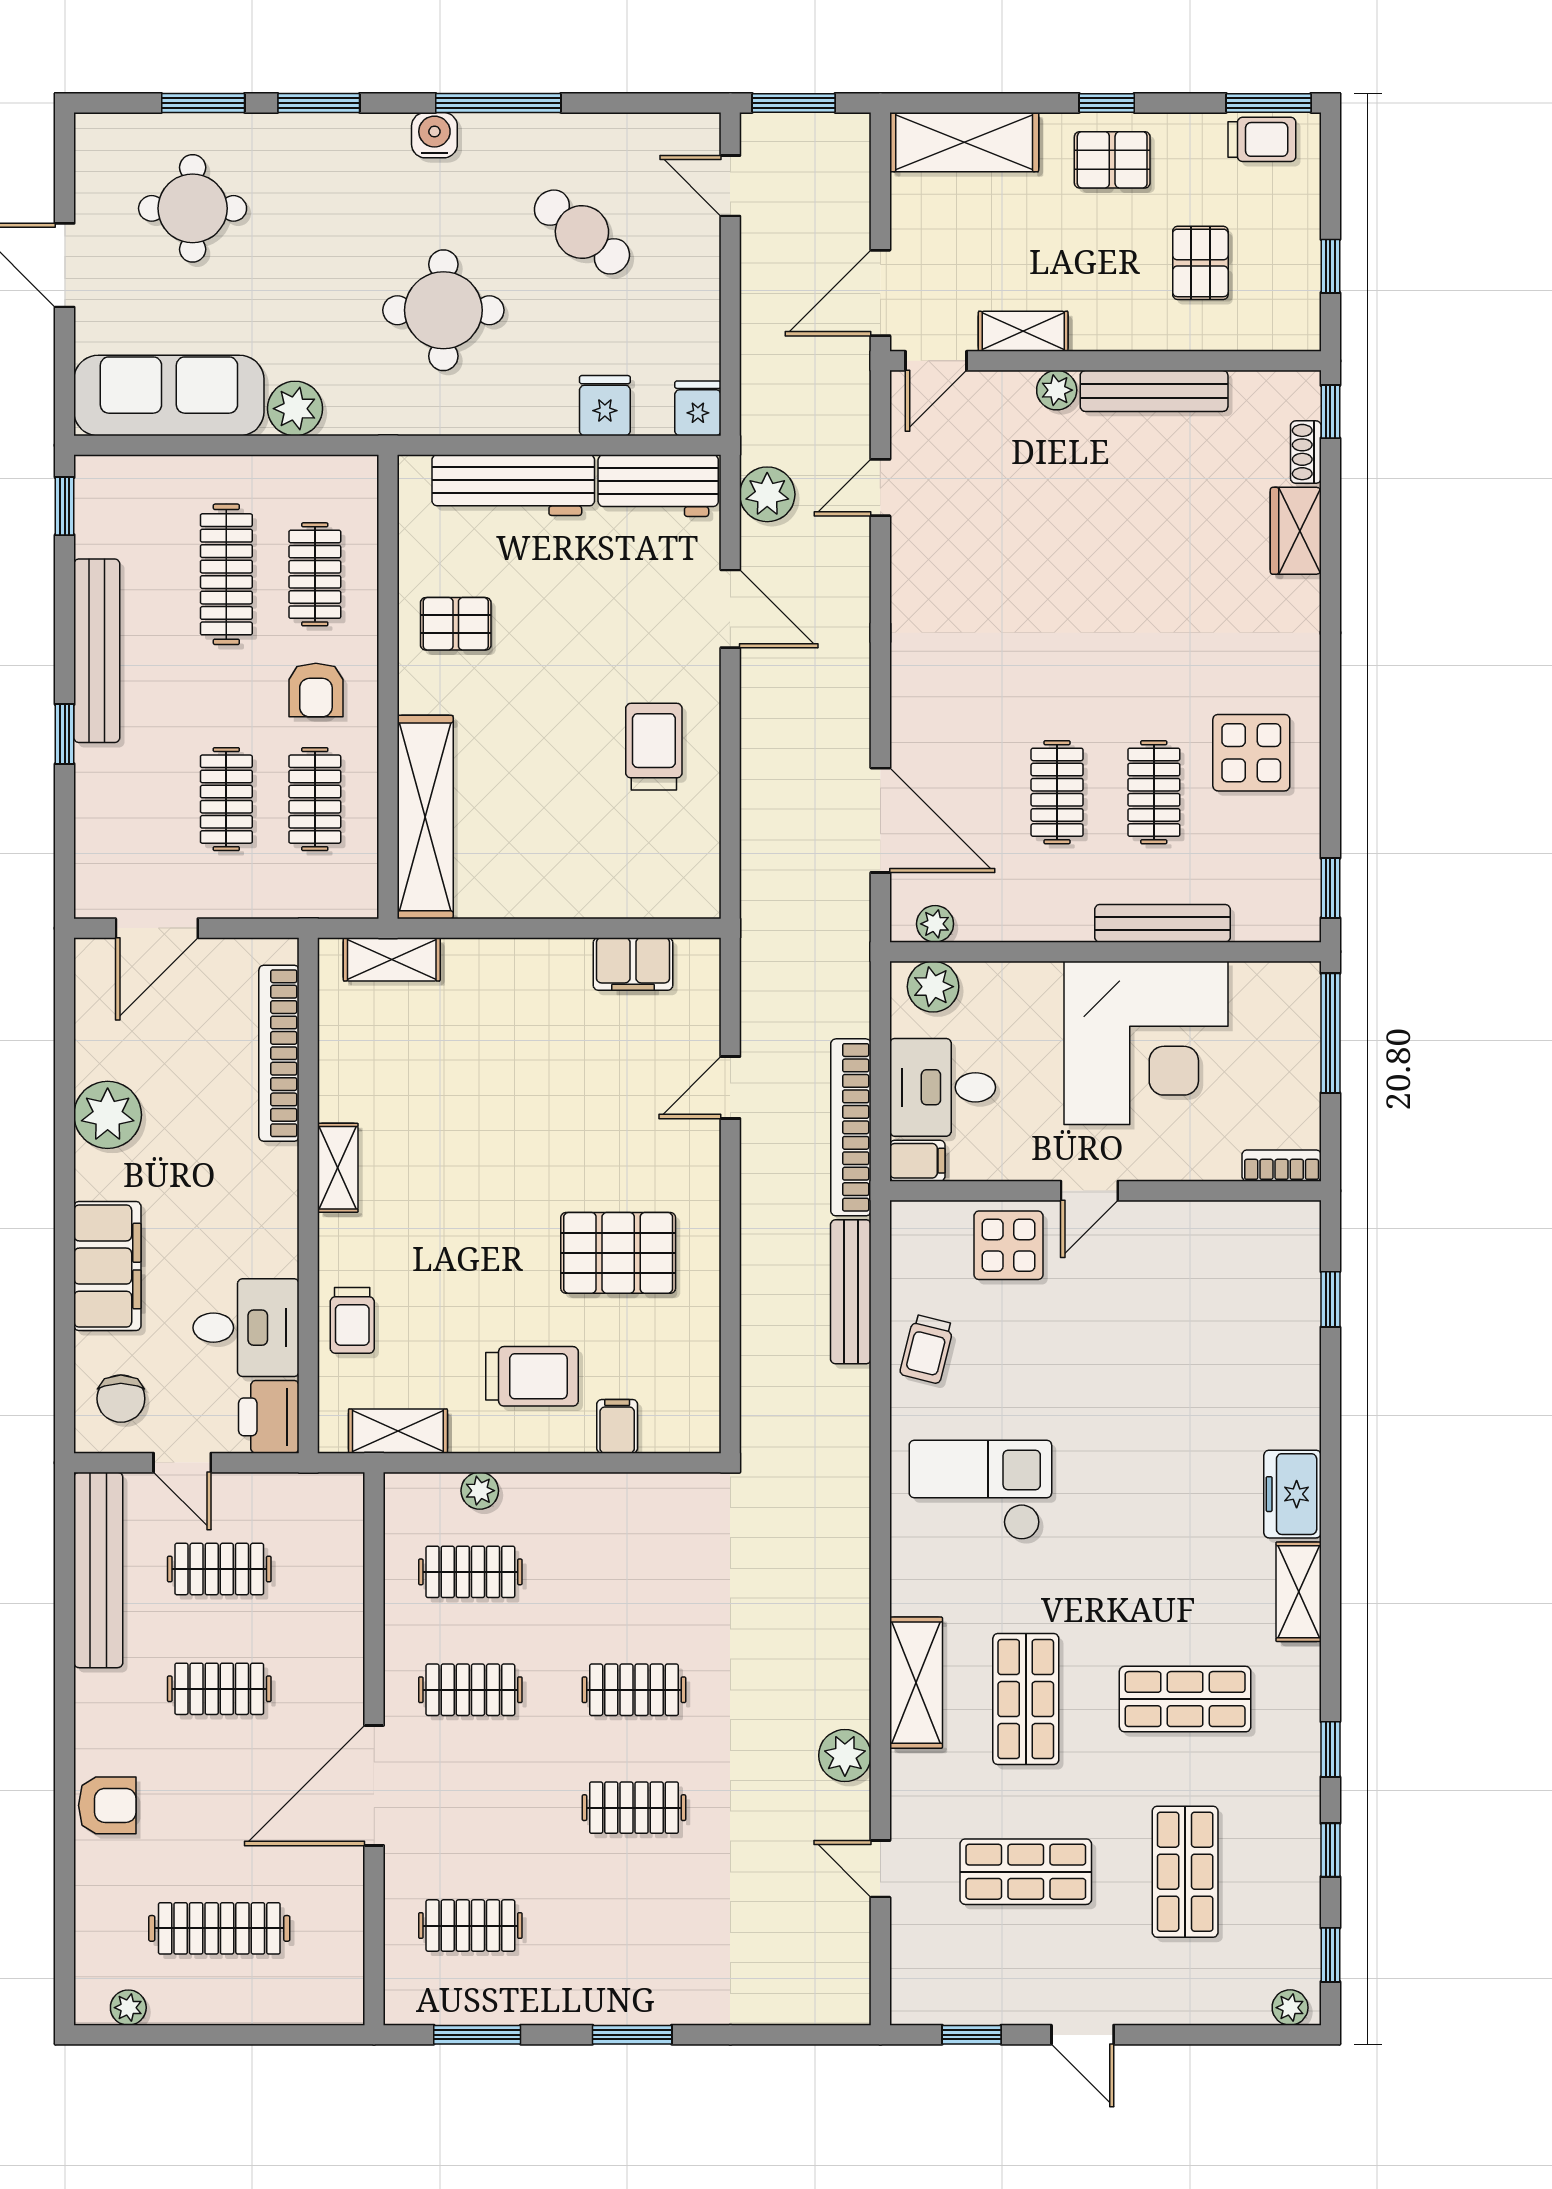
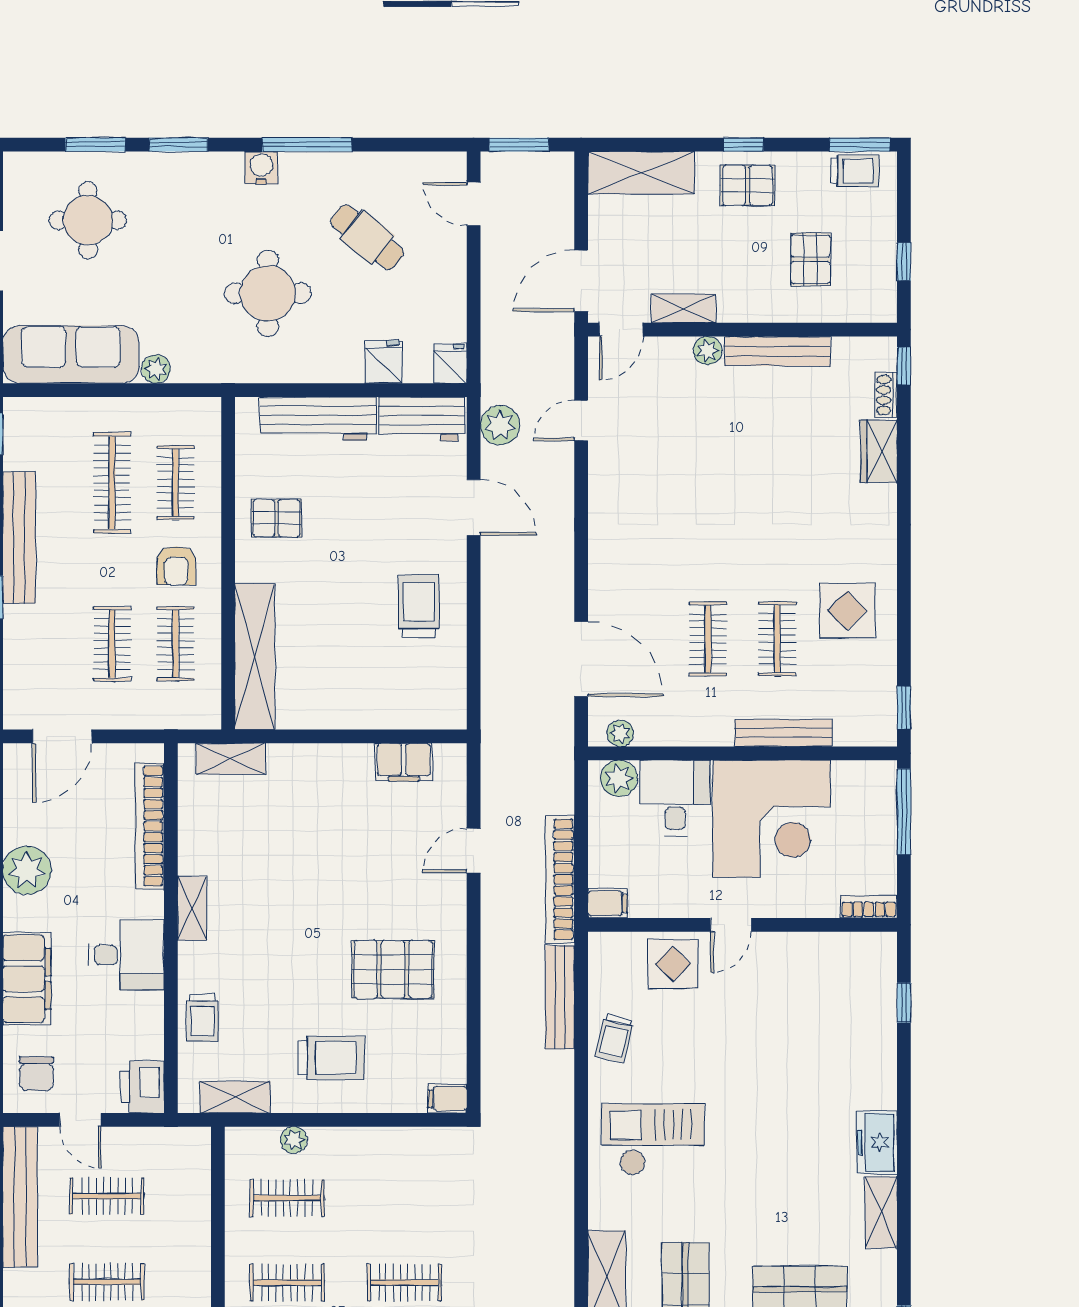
plant: (295, 409) -> (156, 369), width x0.73, depth x0.73
desk: (943, 1087) -> (675, 798), moved, turned 90
desk: (246, 1328) -> (126, 955), moved
filing cabinet: (617, 1426) -> (447, 1099), moved, turned -90

